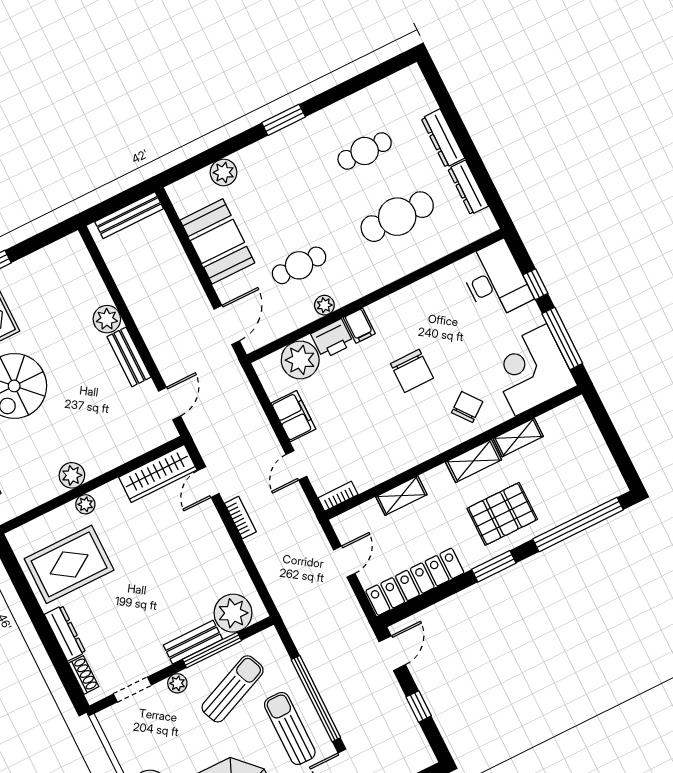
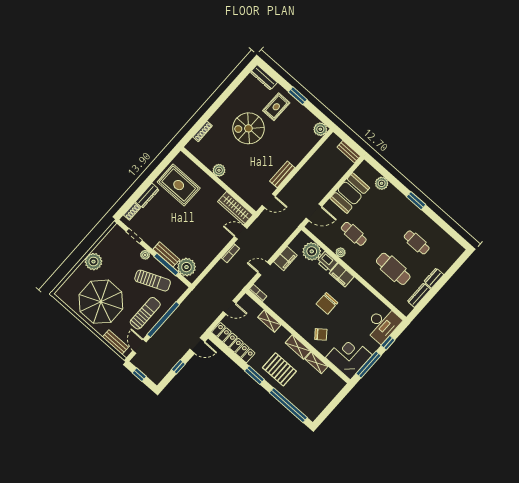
dresser: (443, 138) -> (434, 278), width x0.70
bench: (129, 215) -> (349, 152), width x0.73
plant: (107, 319) -> (320, 129), moved
filing cabinet: (359, 326) -> (342, 275), width x2.00
plant: (85, 504) -> (208, 181), removed

